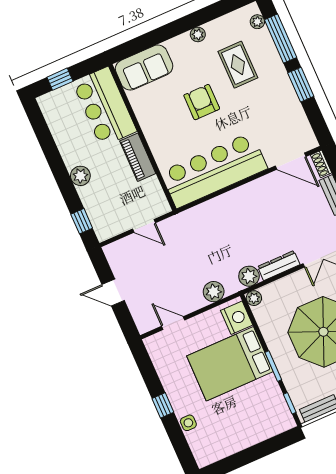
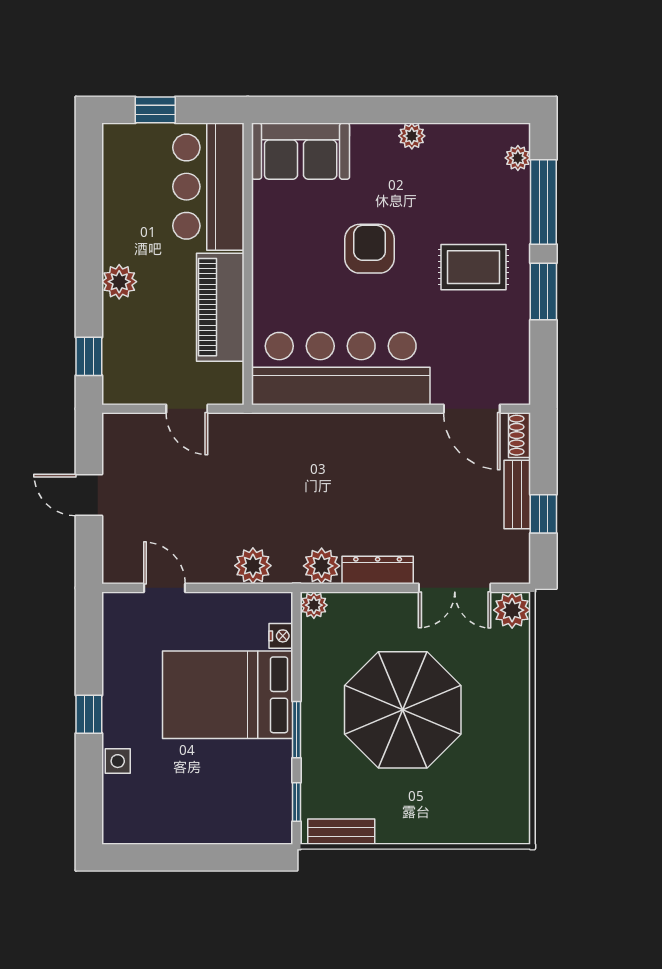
rug: (238, 65) -> (473, 267), moved, turned 90
piano: (138, 157) -> (220, 307), width x1.37, depth x1.33
nightstand: (237, 318) -> (281, 636), width x0.53, depth x0.56

